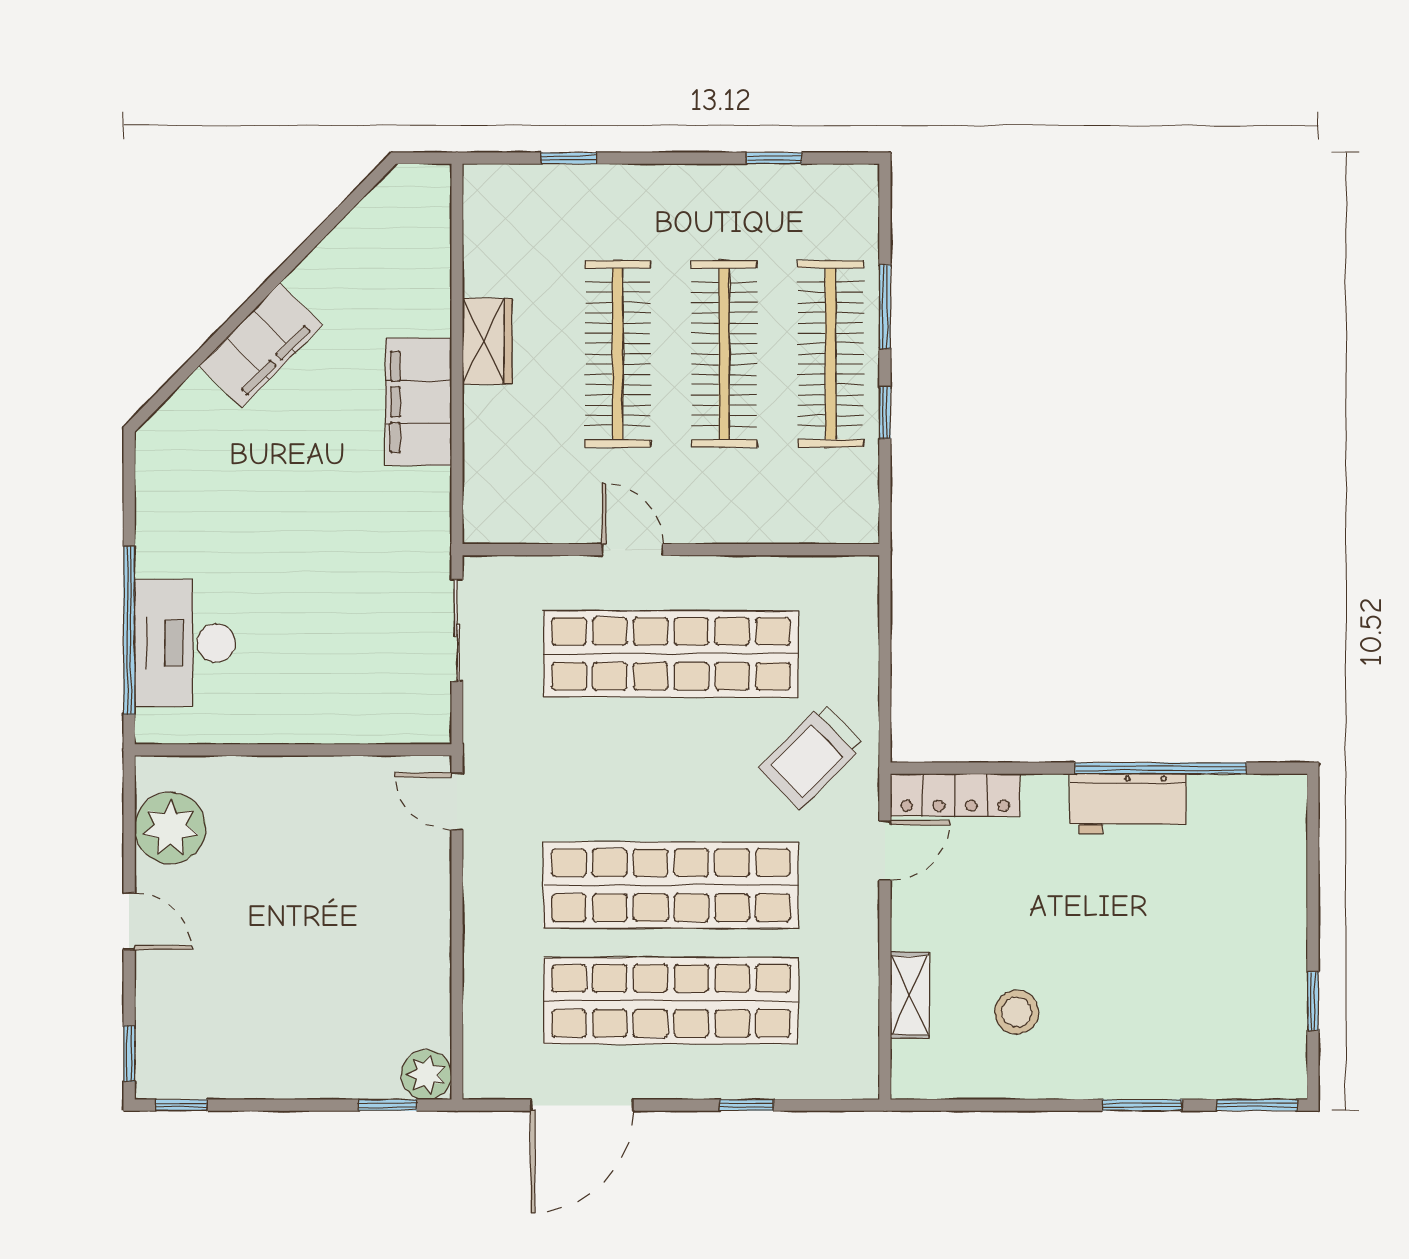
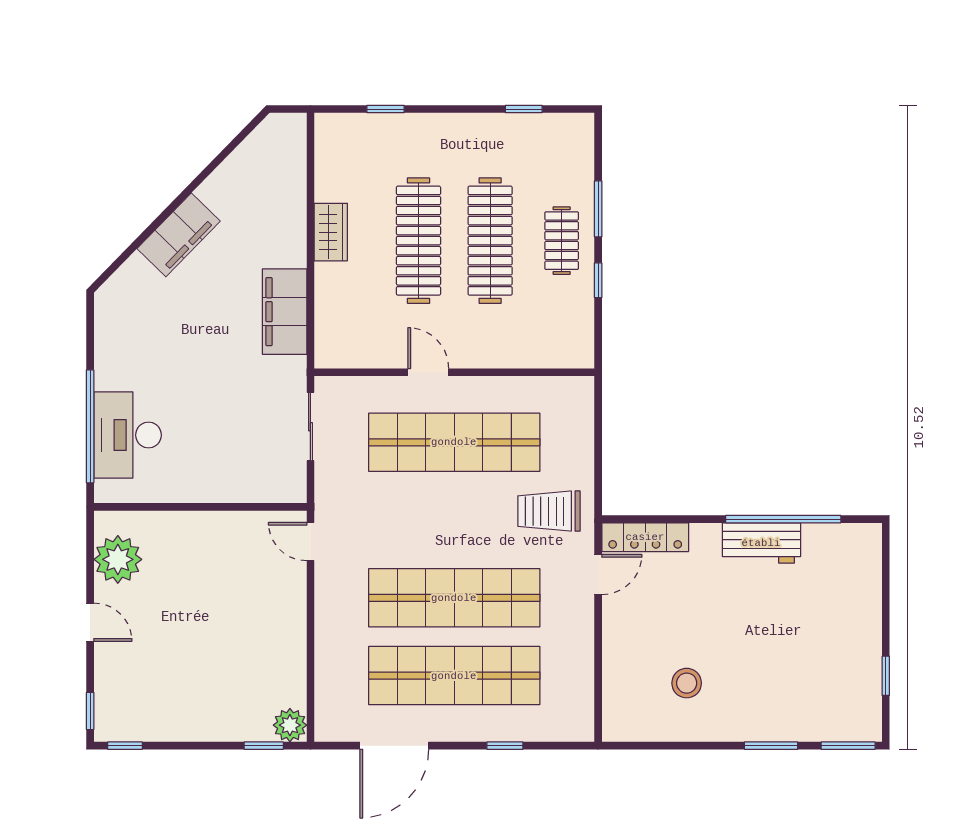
clothes rail: (831, 354) -> (562, 241), width x0.54, depth x0.76
filing cabinet: (419, 402) -> (285, 312), moved
trolley: (812, 756) -> (549, 511), turned 45
shelving: (910, 995) -> (615, 672), removed

